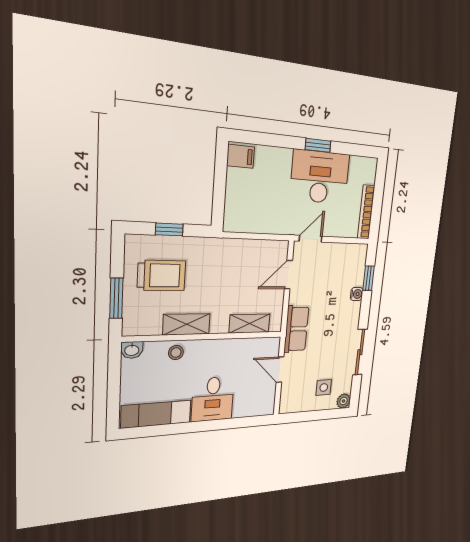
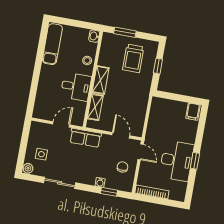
chair: (334, 264) -> (122, 167), added
shelving: (187, 324) -> (101, 80), moved
desk: (213, 399) -> (76, 87), moved, turned 180

